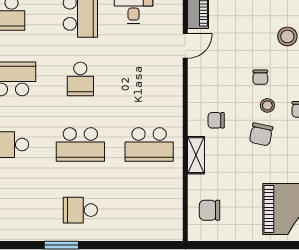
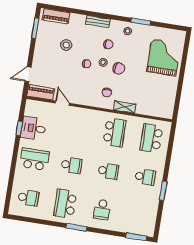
school desk: (80, 145) -> (108, 171), width x0.54
school desk: (80, 210) -> (145, 177), turned -90
school desk: (149, 210) -> (151, 138), added
chair: (210, 210) -> (157, 104), removed

